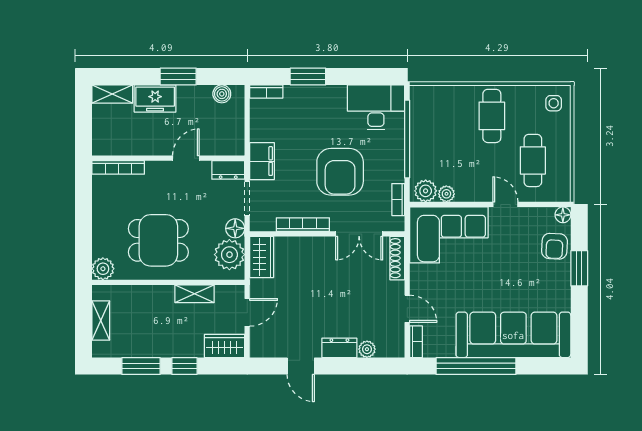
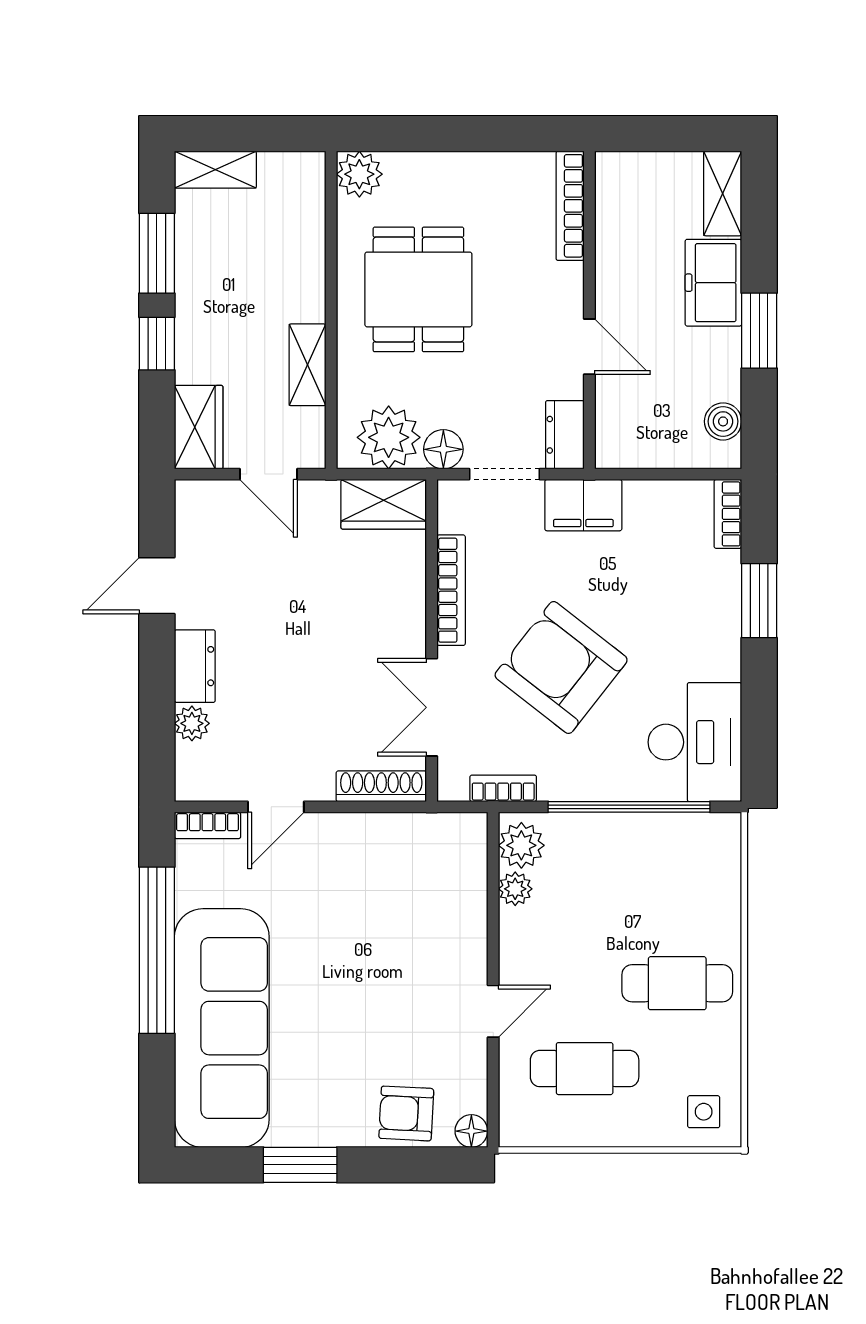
armchair: (340, 172) -> (561, 668), turned 38
corner sofa: (449, 235) -> (430, 894), removed
window: (579, 268) -> (300, 1165), moved
shelving: (101, 320) -> (215, 170), moved

